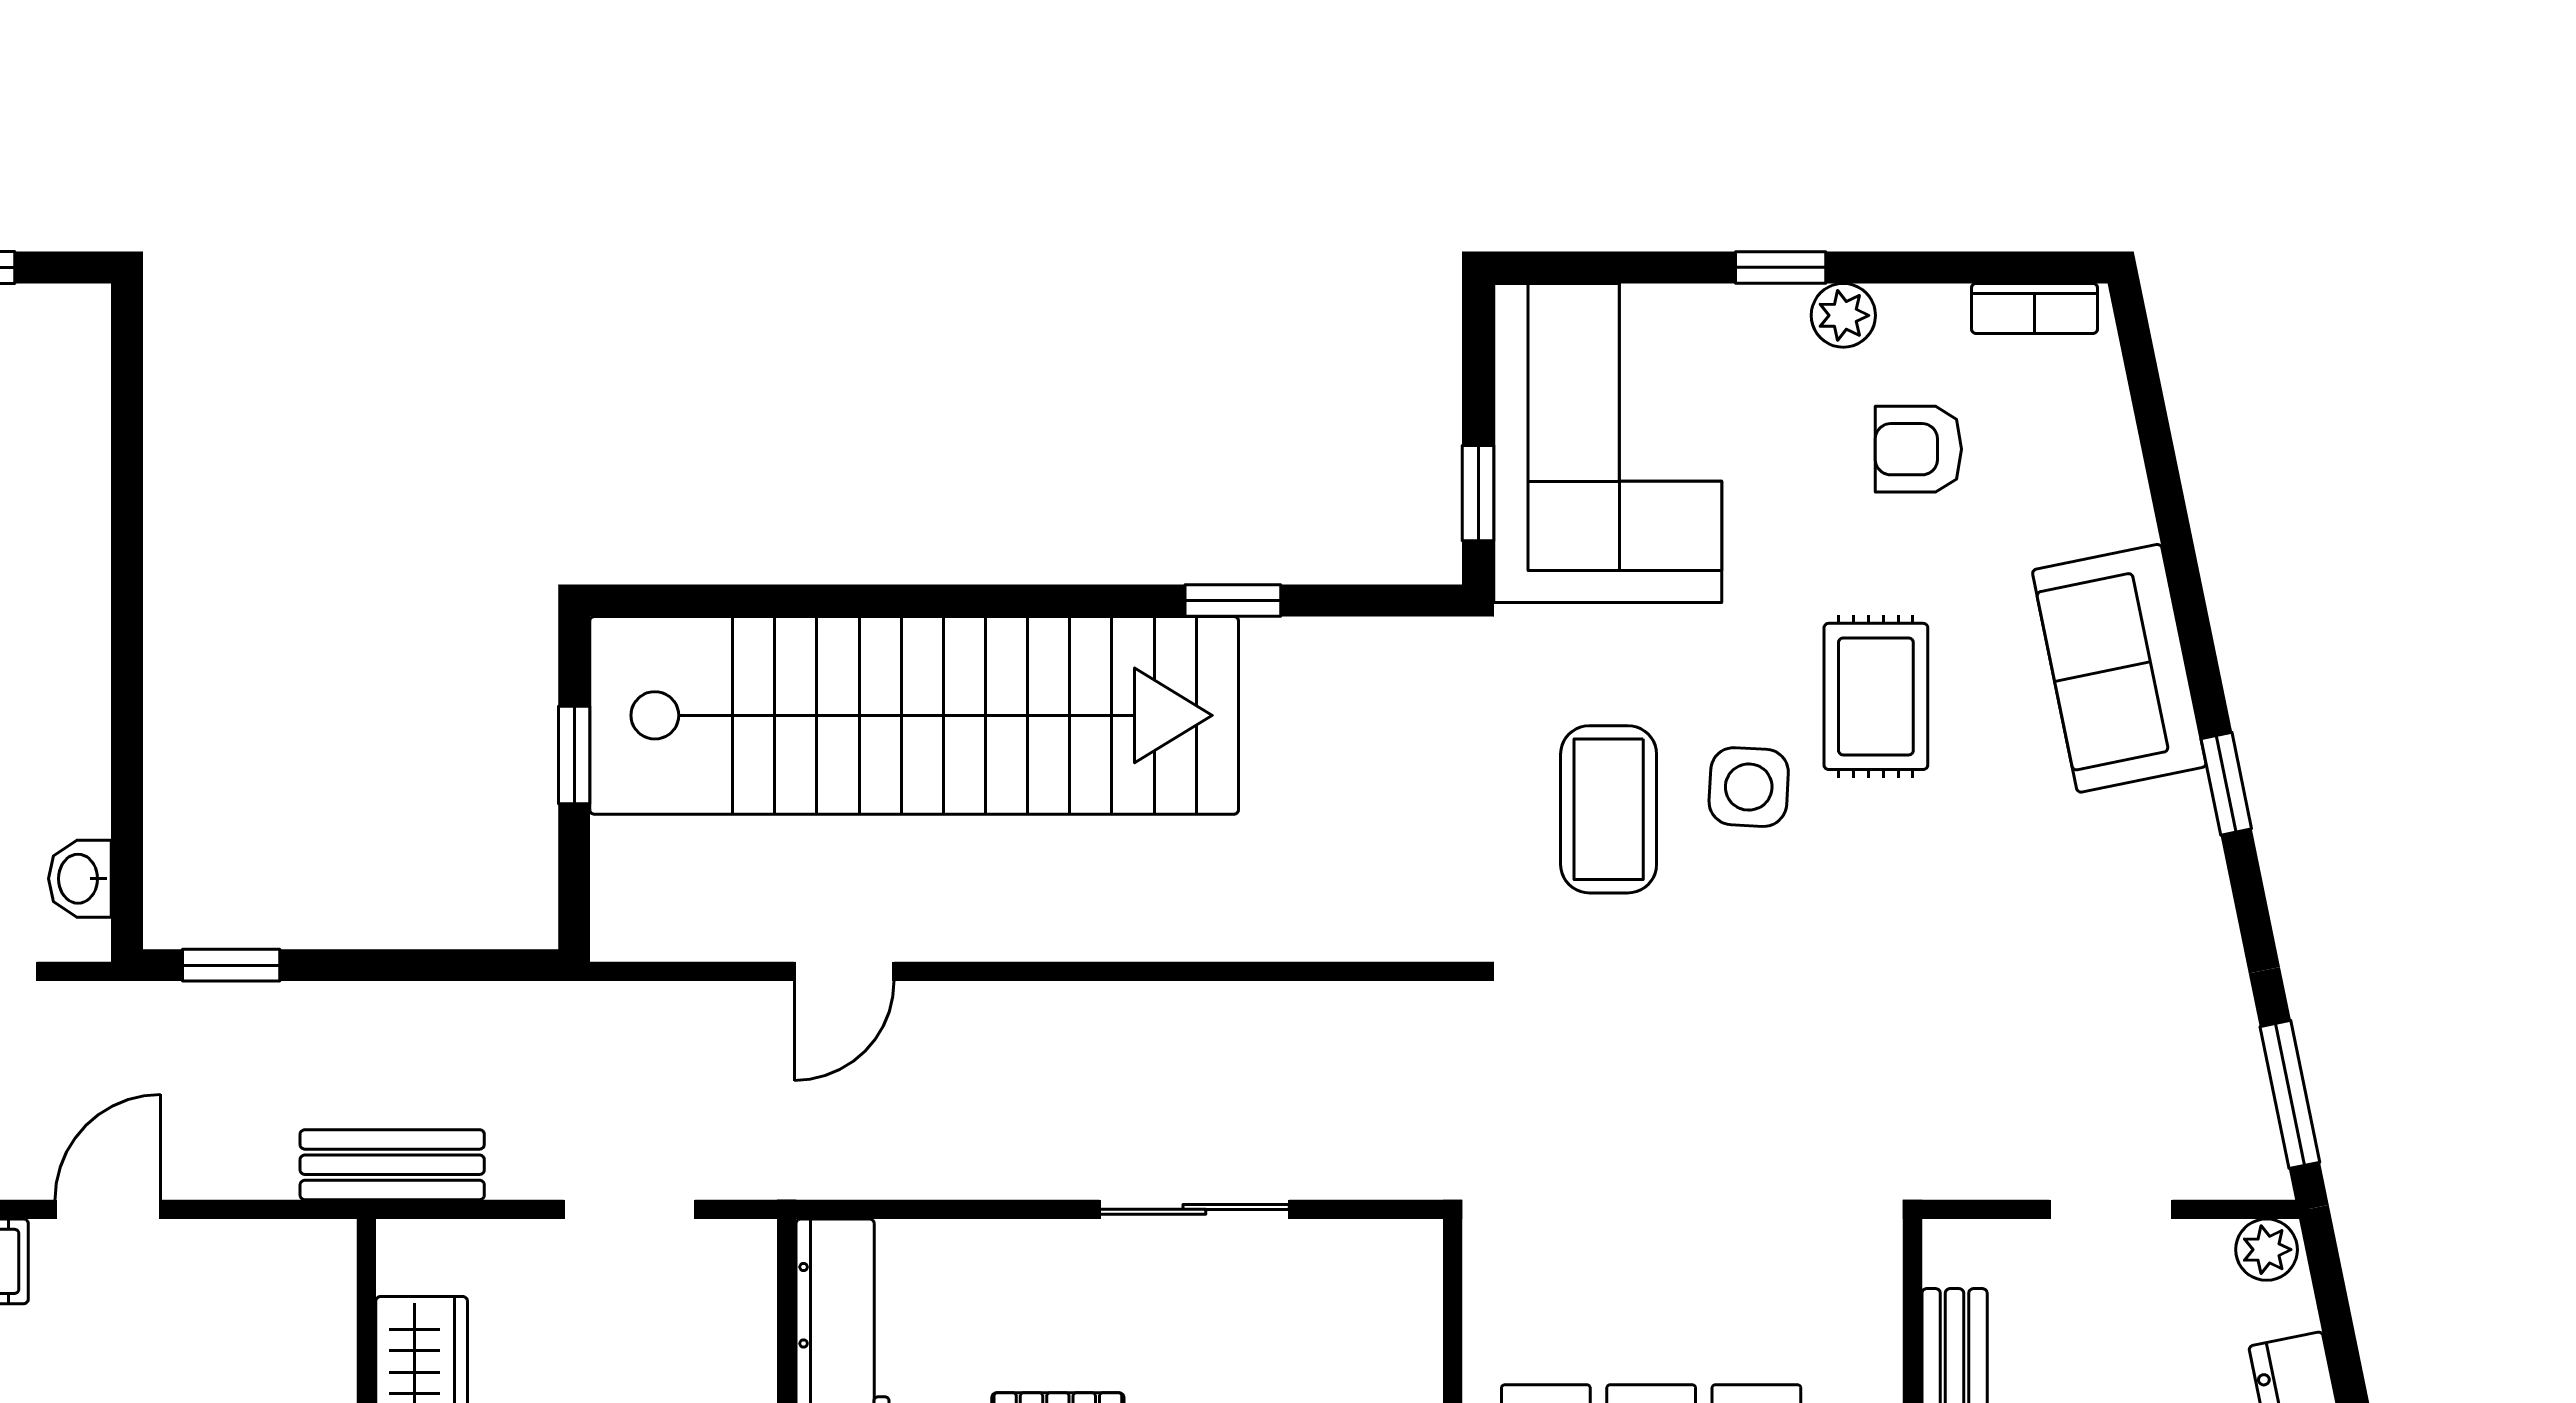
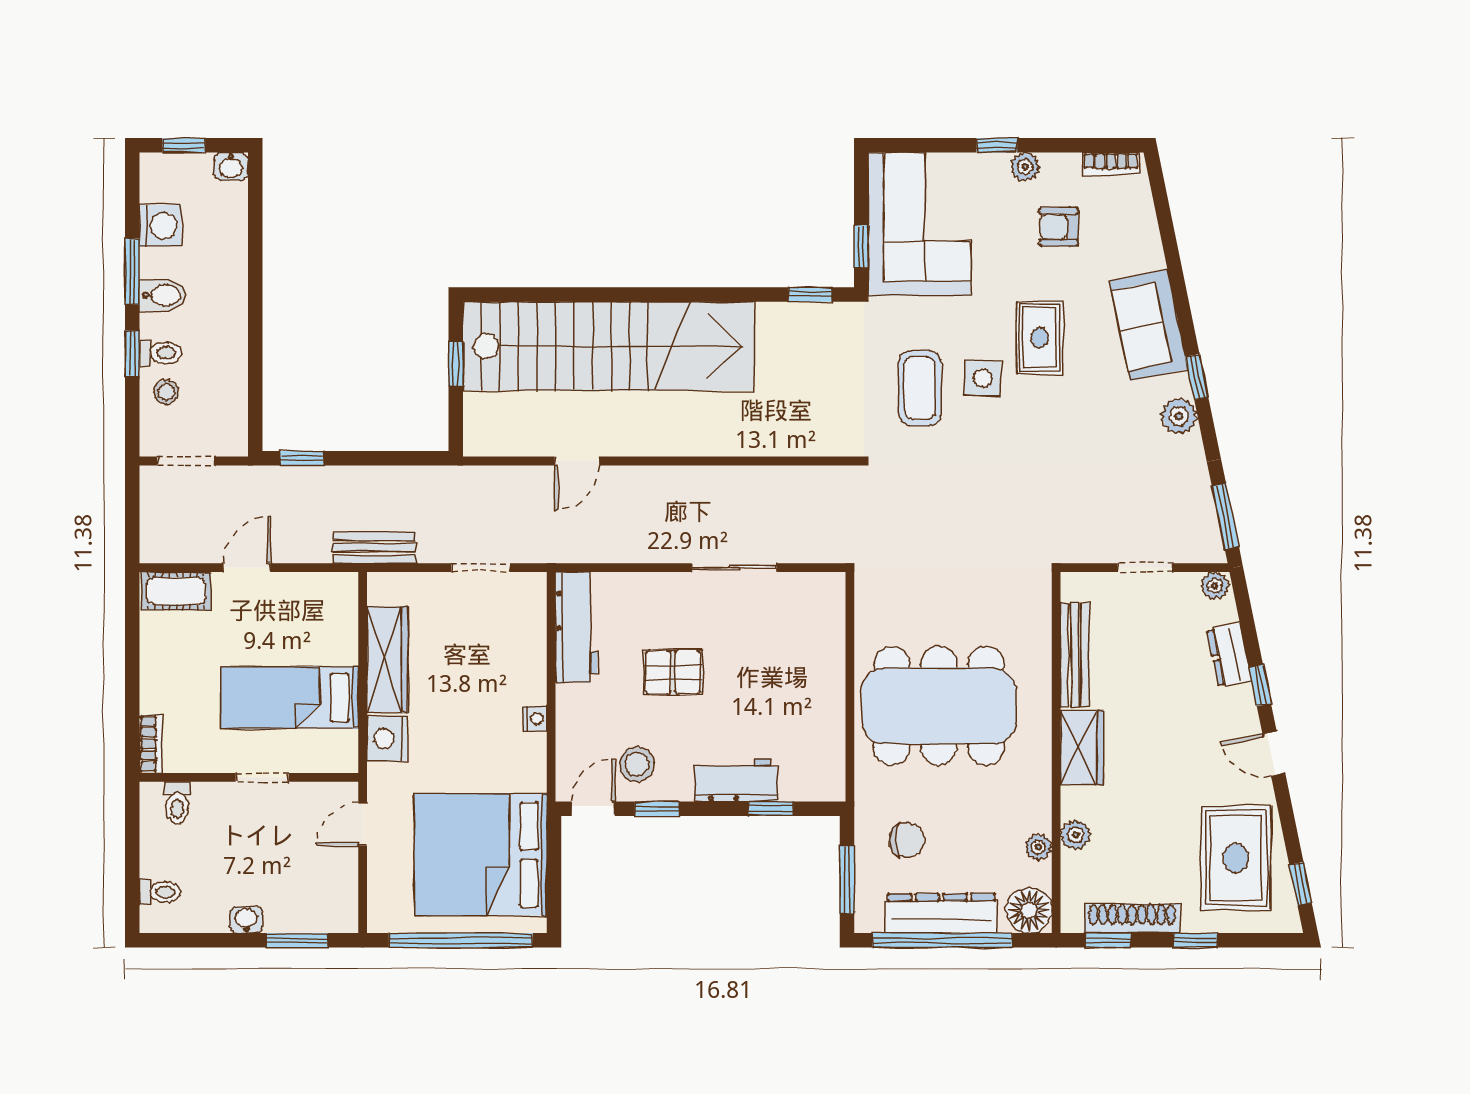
window: (1233, 600) -> (810, 295), moved
plant: (2186, 871) -> (1179, 416), added
washbasin: (80, 879) -> (231, 166), moved, turned -90

